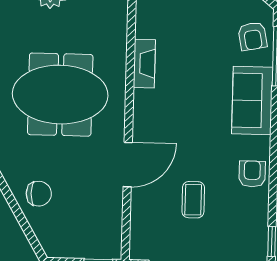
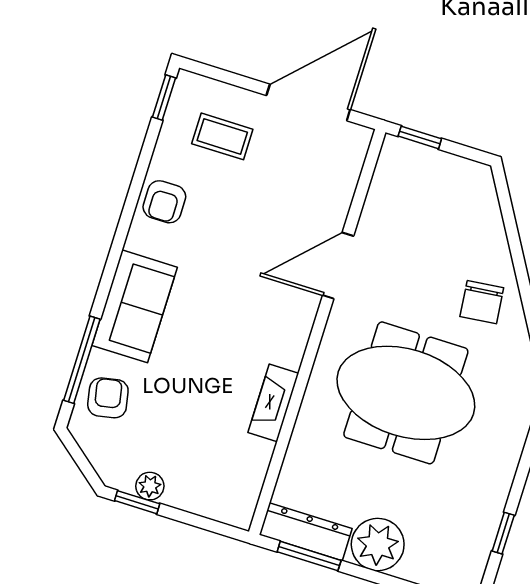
chair: (39, 194) -> (482, 302), moved, turned -96
coffee table: (193, 200) -> (222, 136), moved, turned 90

